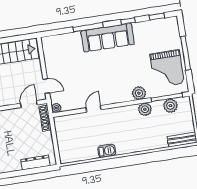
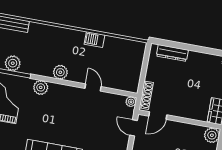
door: (94, 109) -> (93, 87), swing flipped
plant: (145, 109) -> (60, 72), moved

